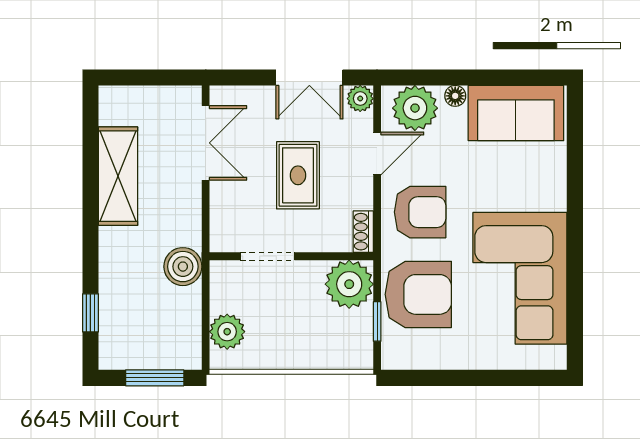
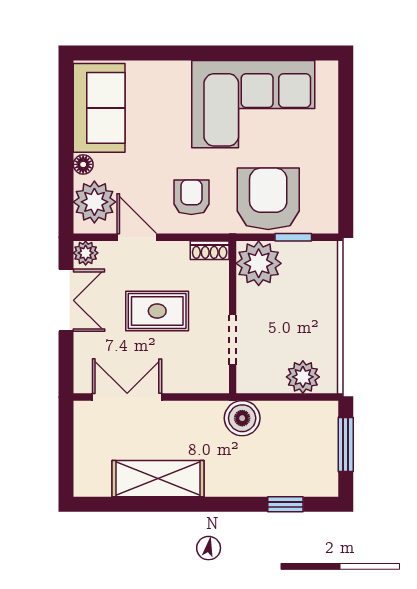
armchair: (420, 212) -> (191, 197), width x0.72, depth x0.72

